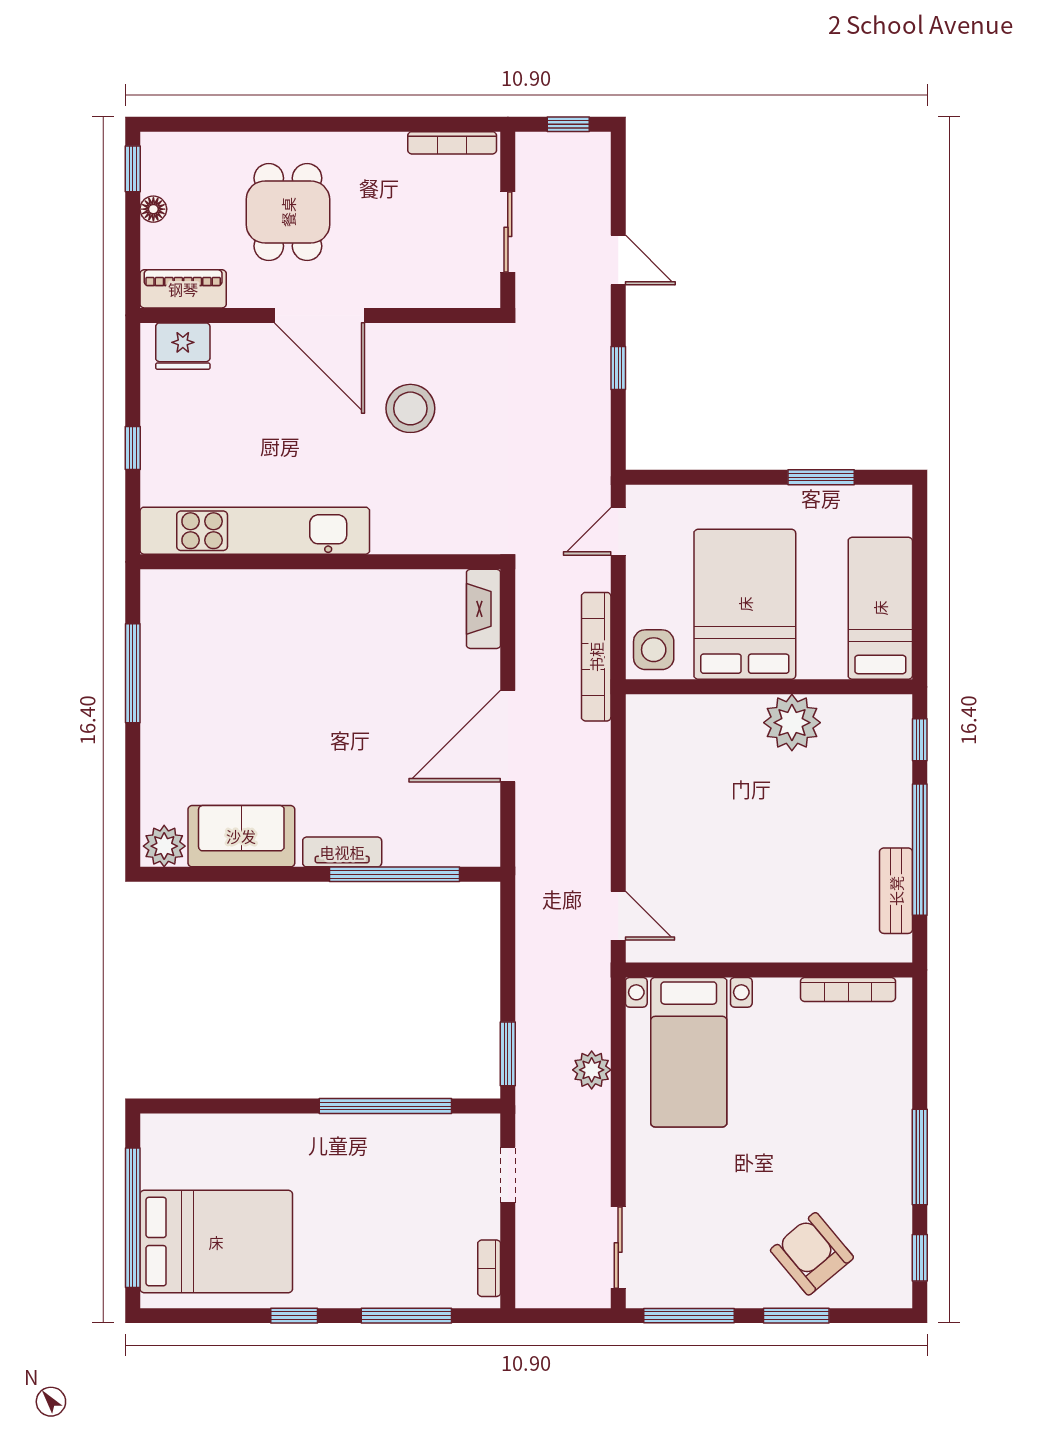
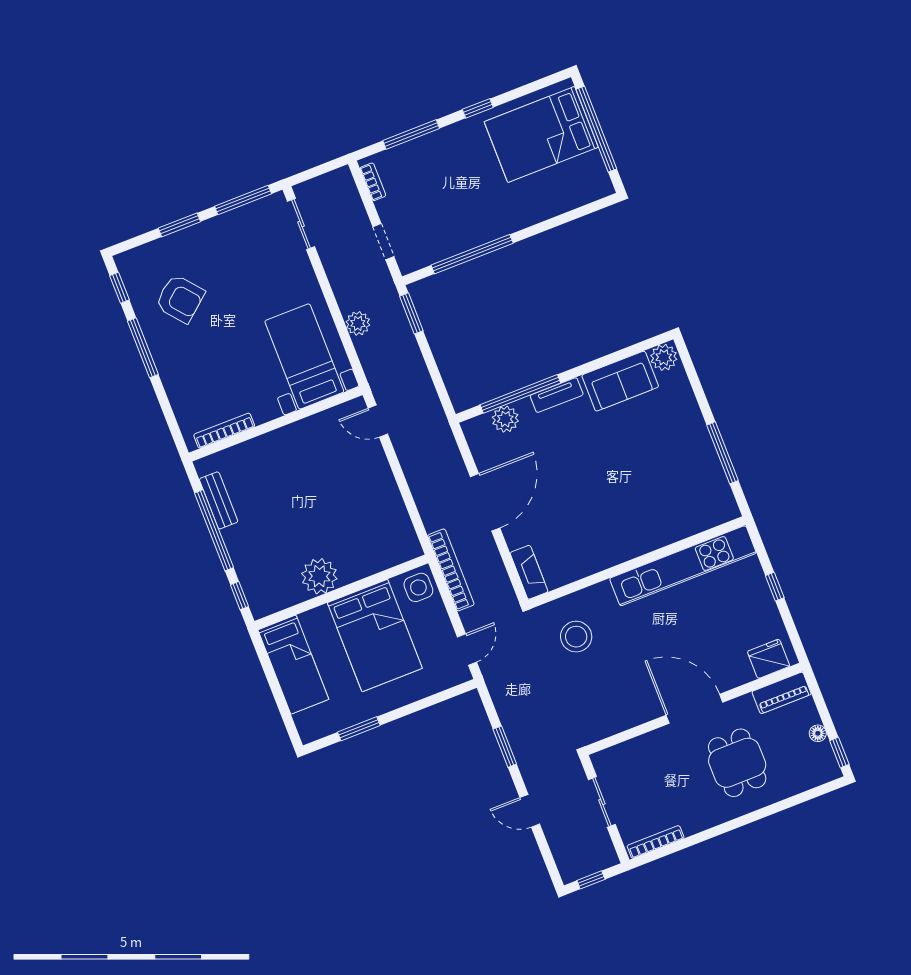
window: (618, 368) -> (505, 747), width x1.50
stool: (410, 408) -> (576, 637), moved
plant: (431, 846) -> (505, 419), added
armchair: (812, 1254) -> (180, 299), moved

